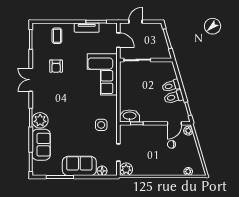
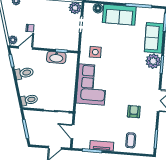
corner sofa: (102, 74) -> (92, 84), moved
toilet: (171, 86) -> (29, 100), moved
washbasin: (130, 116) -> (56, 57), moved

